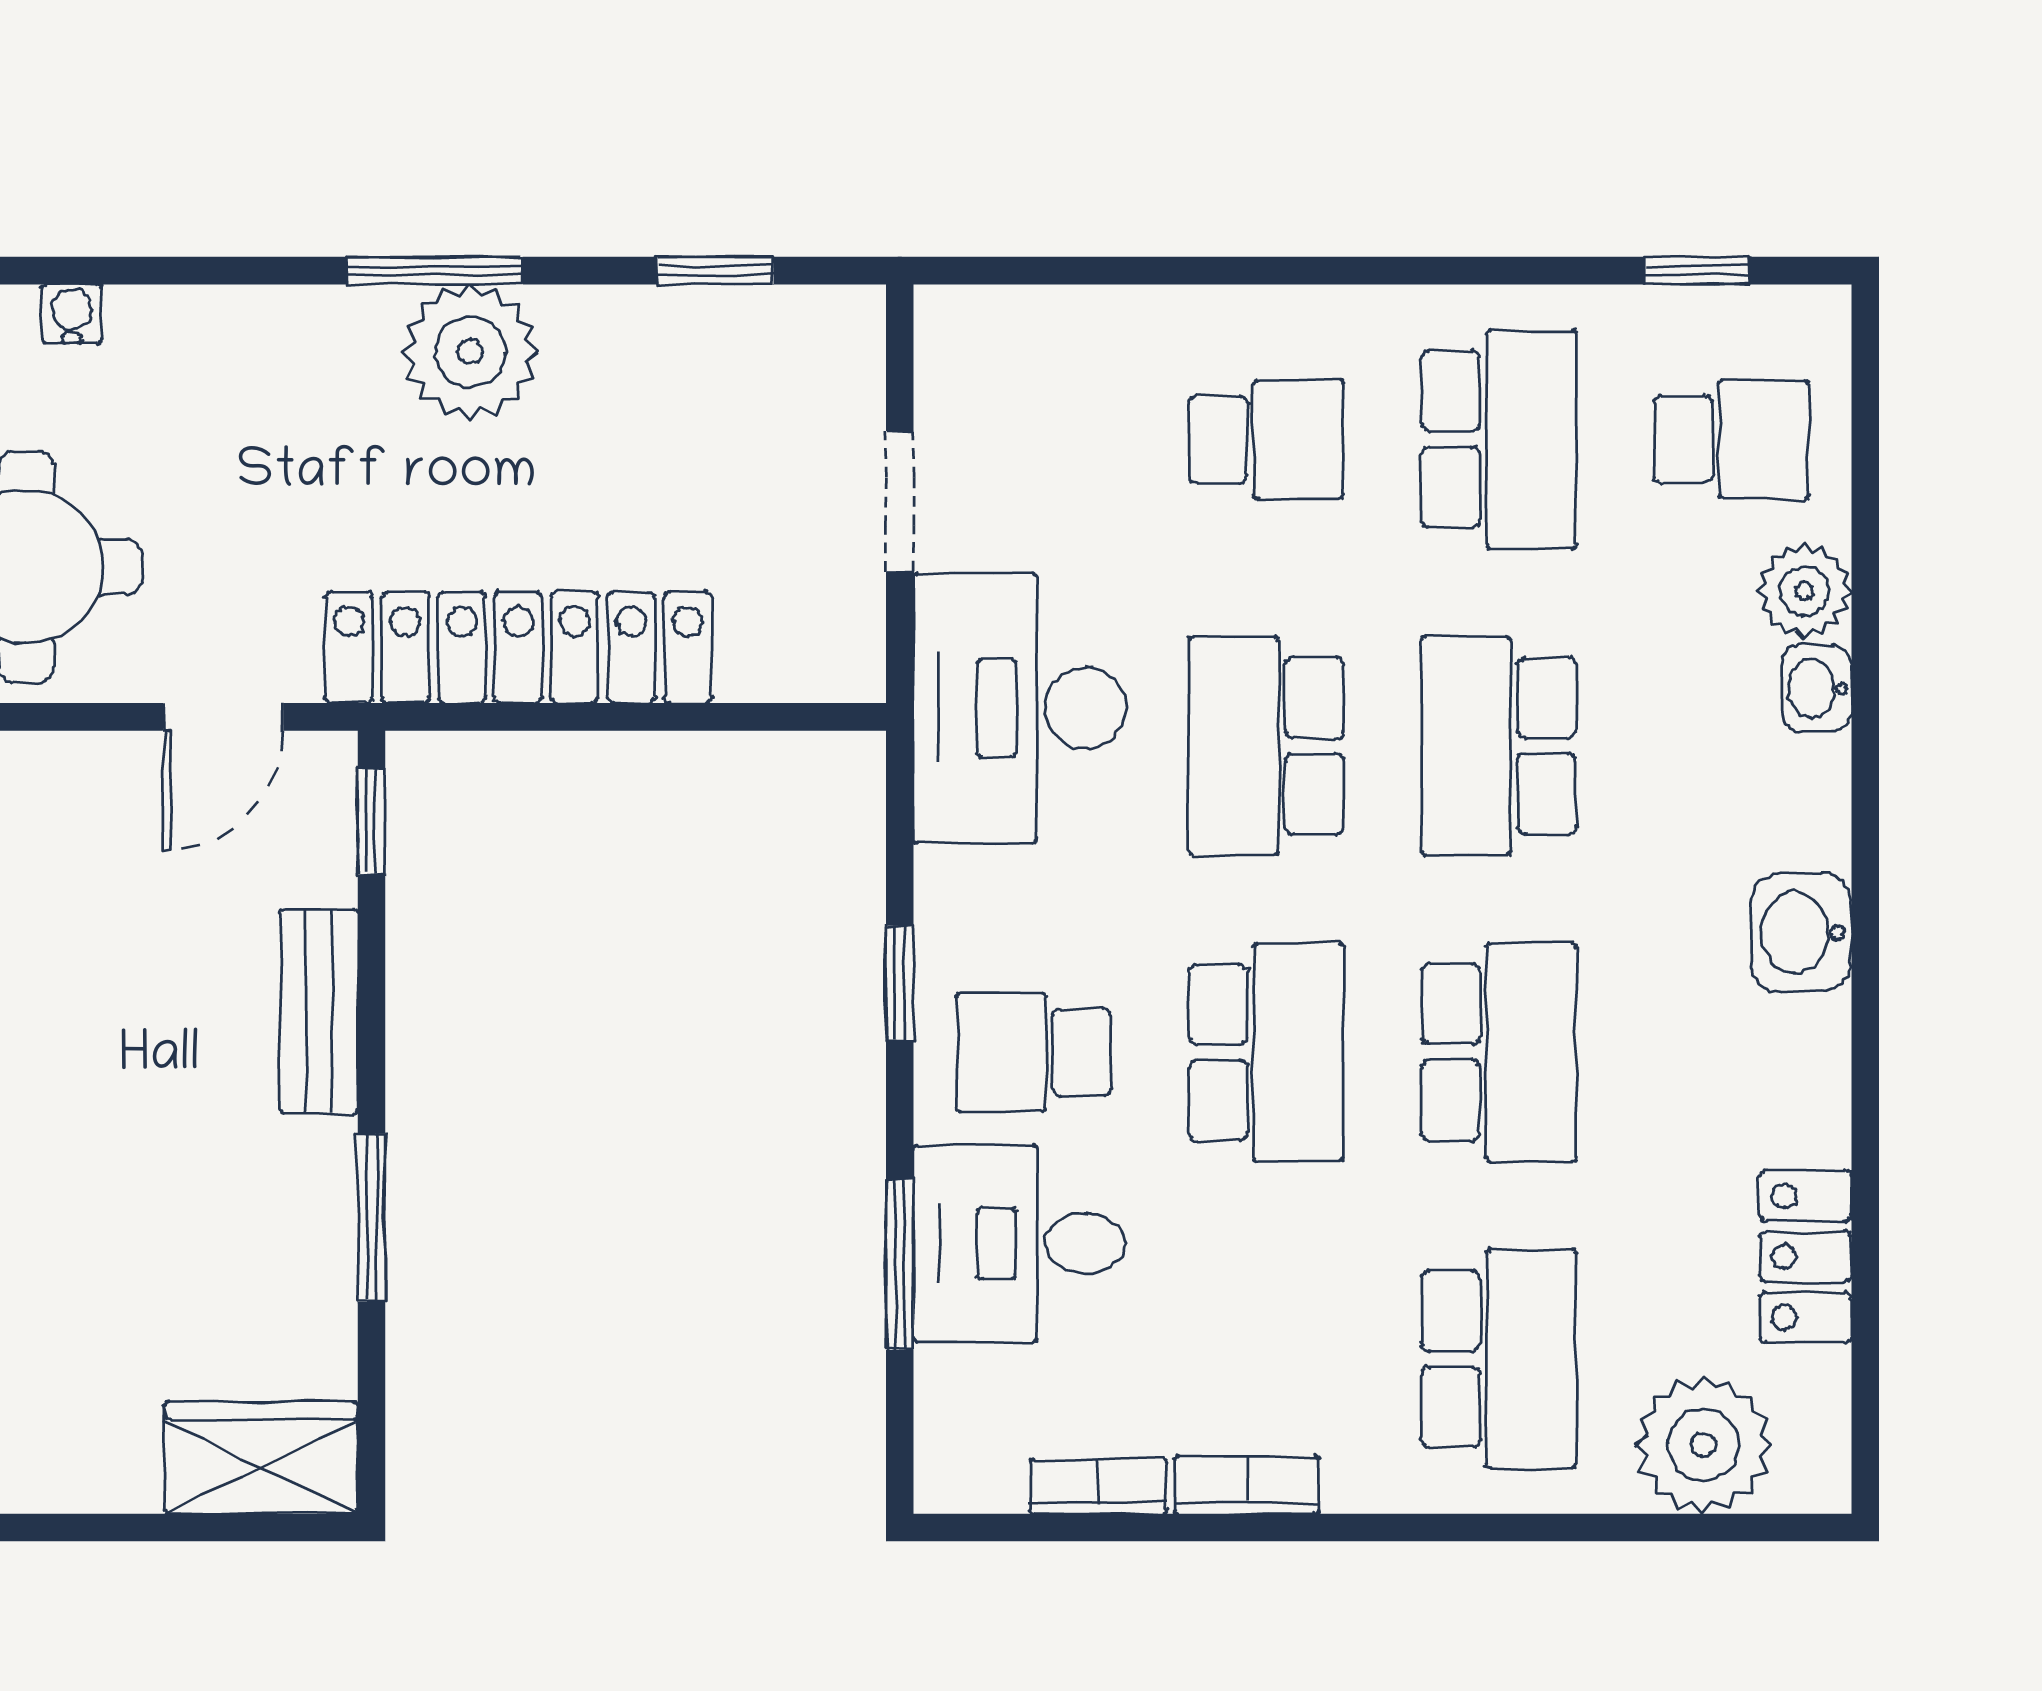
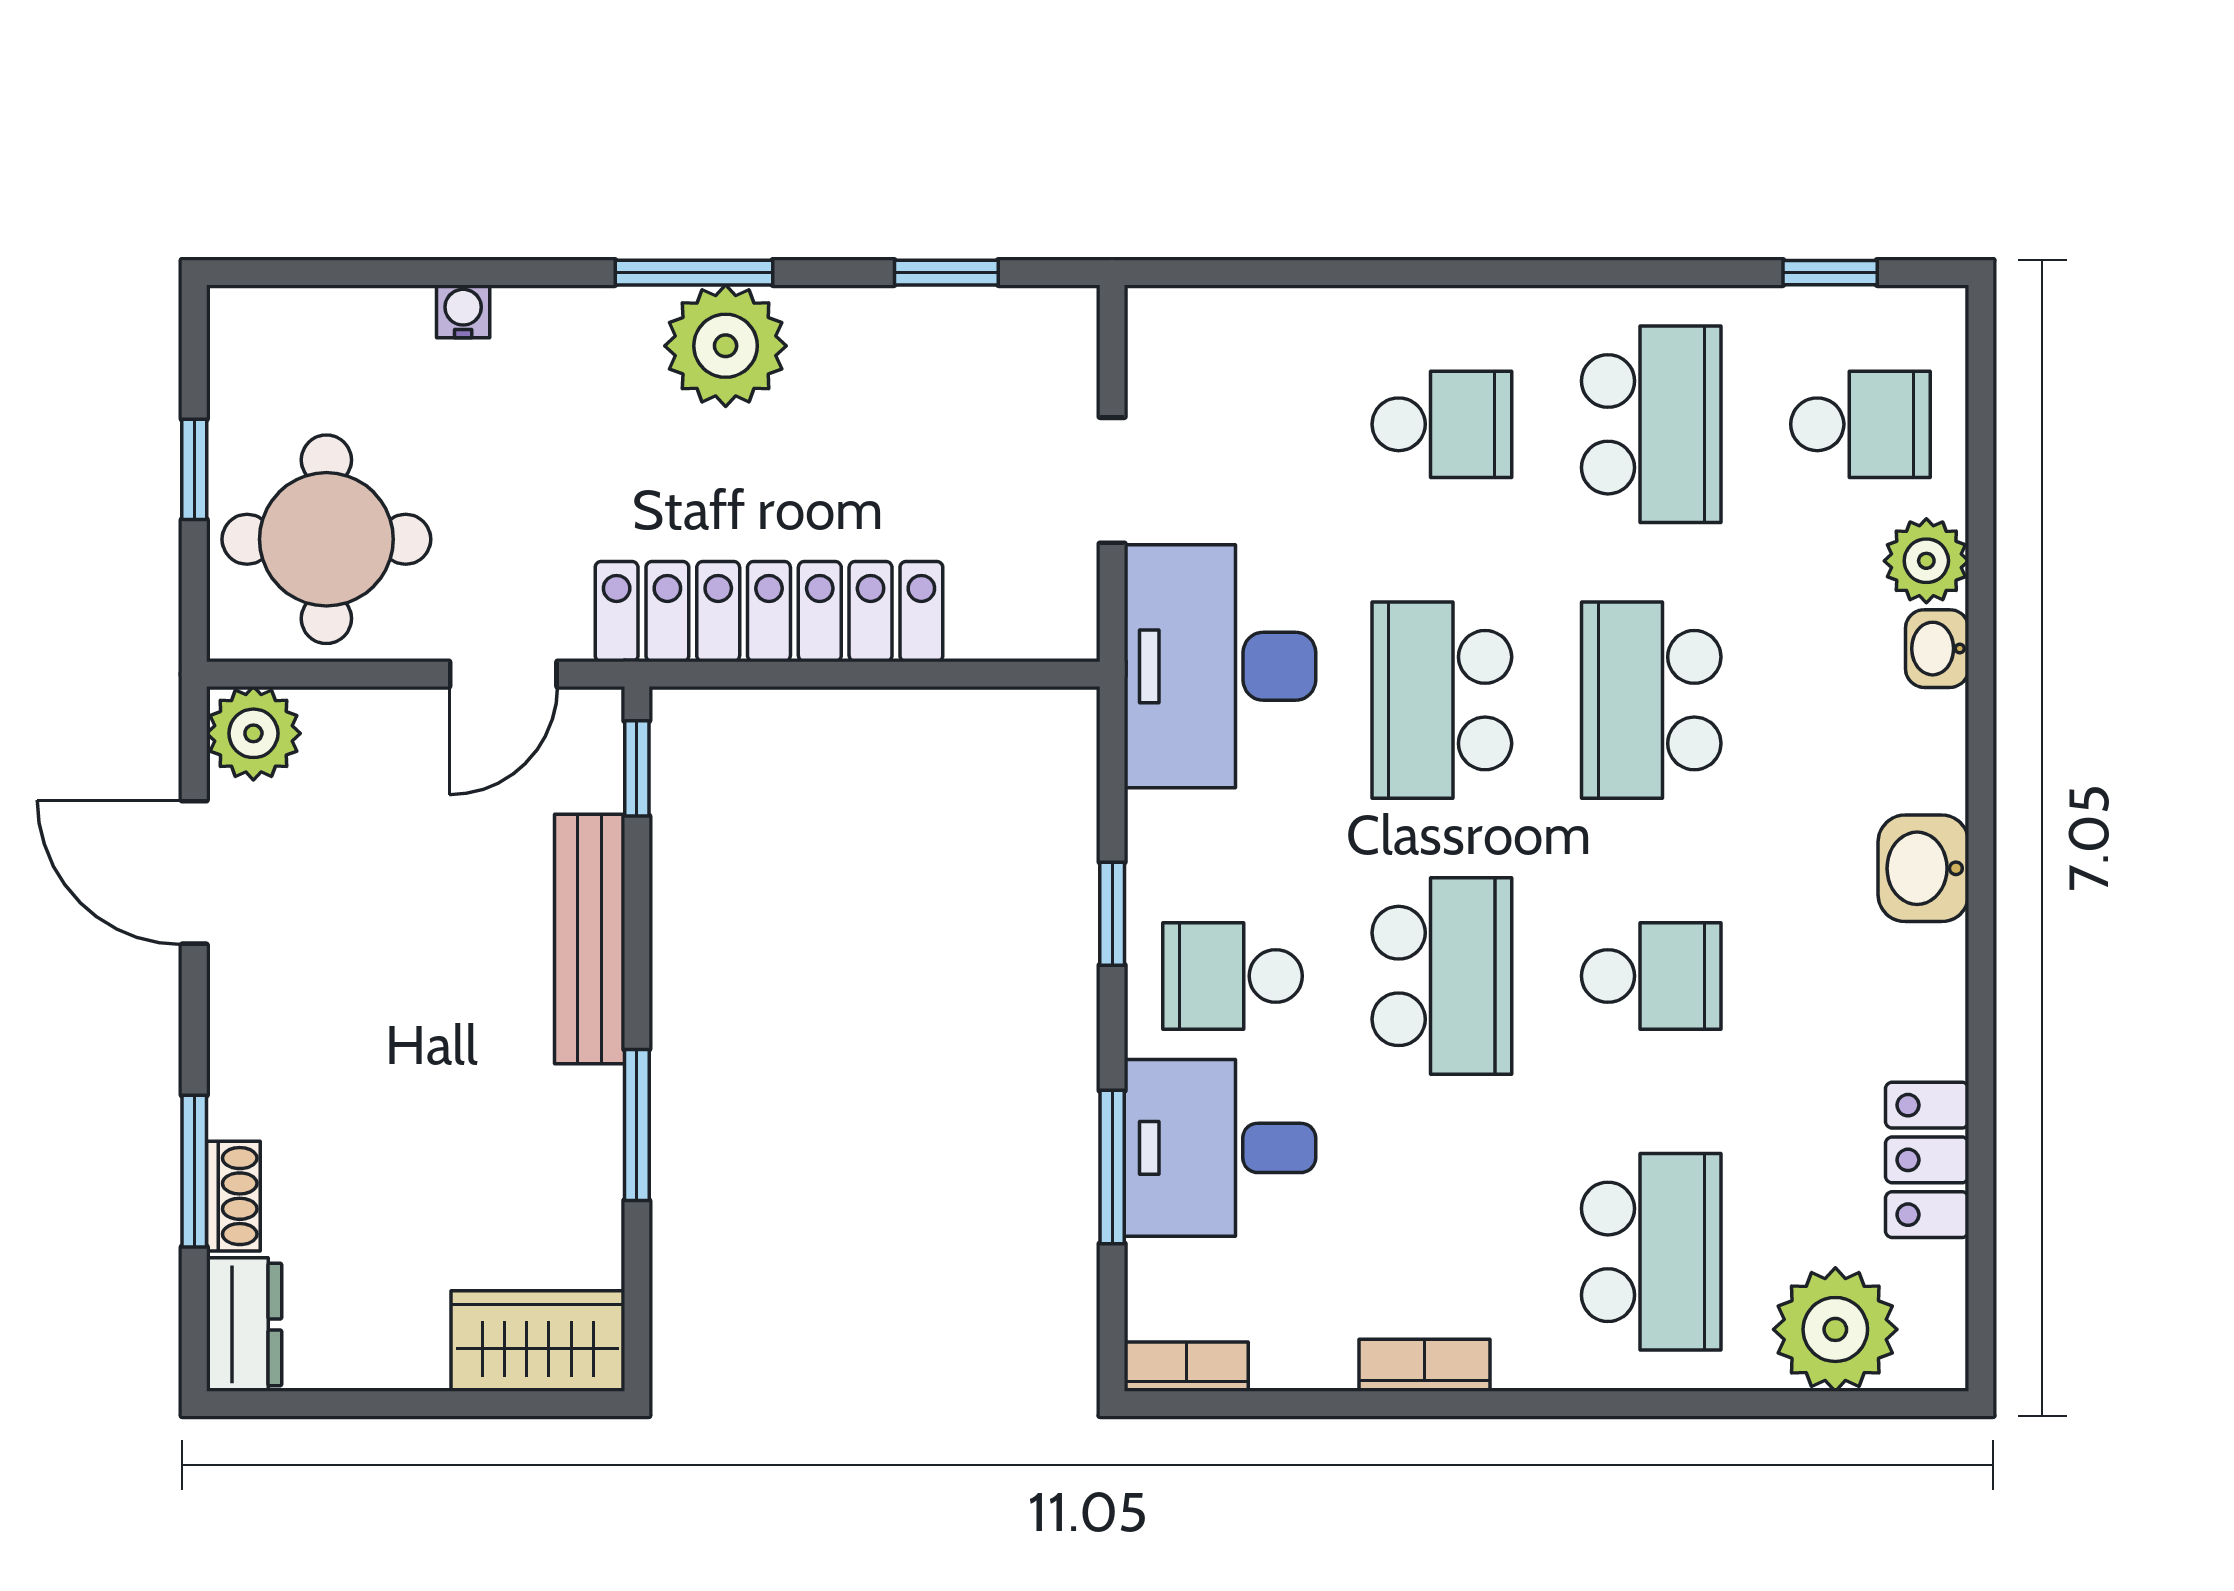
water cooler: (72, 314) -> (463, 311), moved
bench: (319, 1011) -> (590, 939), width x1.36
school desk: (1499, 1052) -> (1651, 976), width x0.54
bookcase: (1098, 1486) -> (1186, 1367), moved

